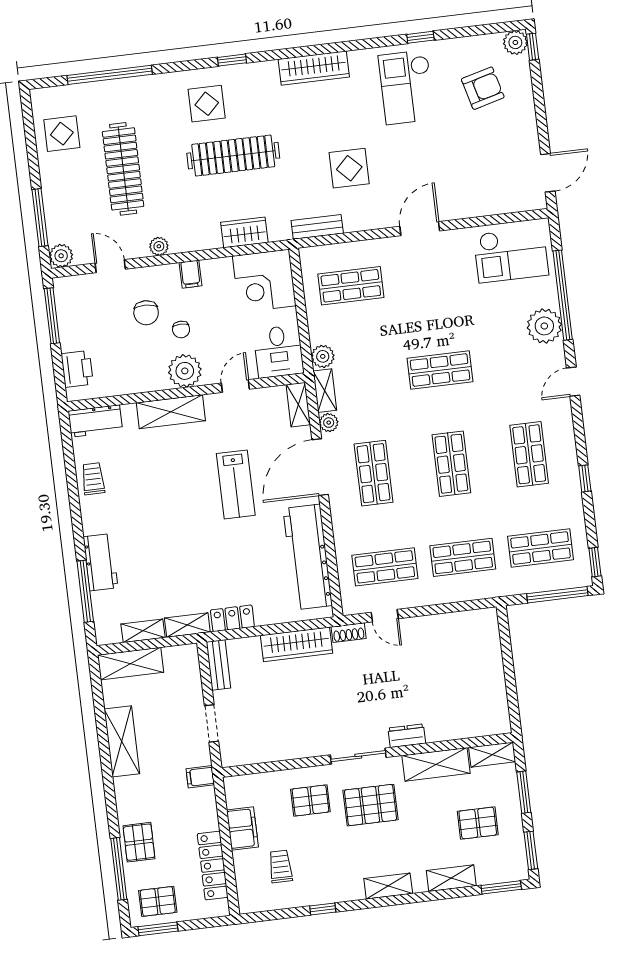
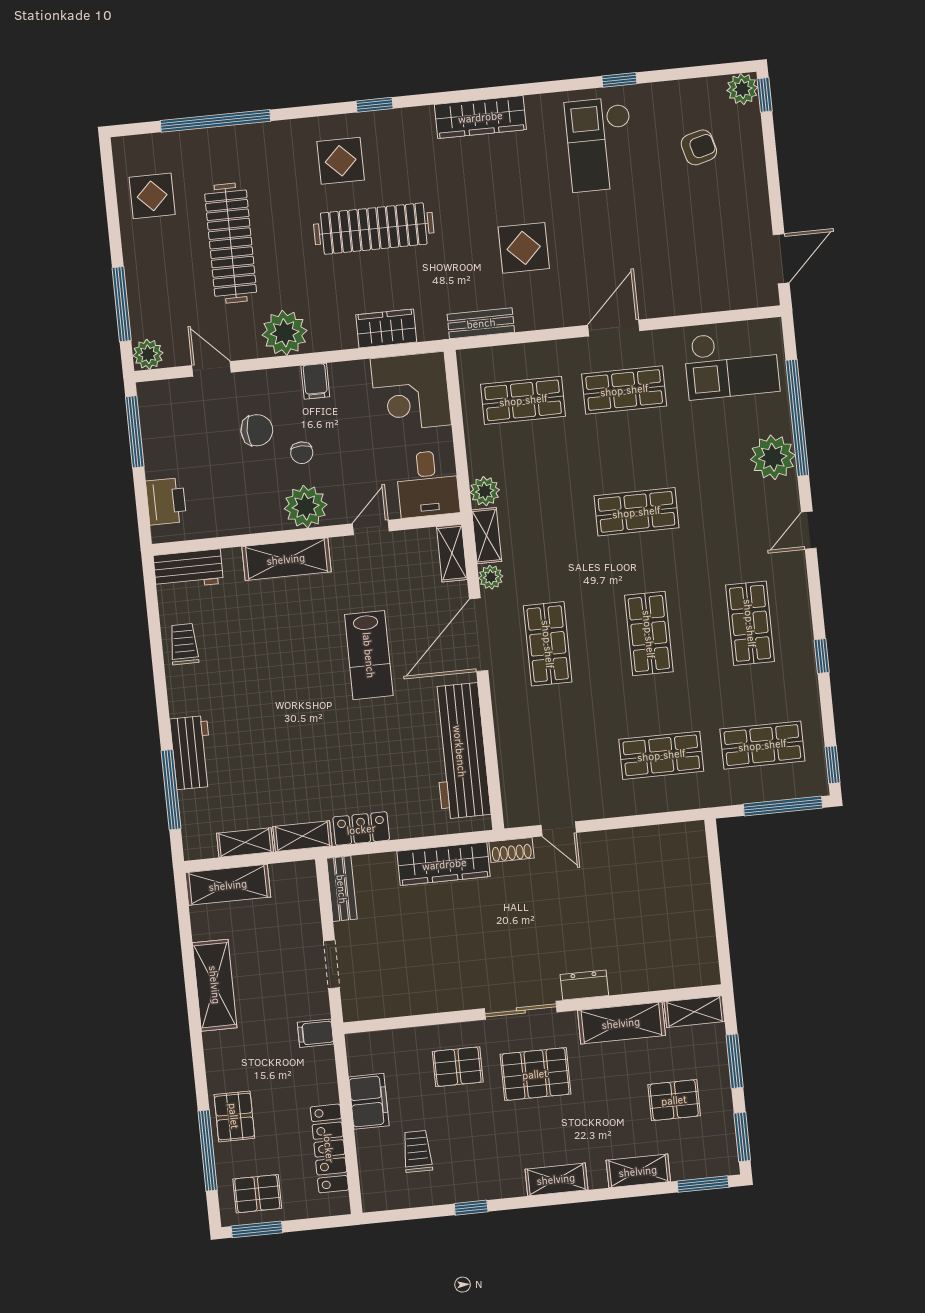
armchair: (483, 88) -> (699, 147), width x0.72, depth x0.72
plant: (159, 246) -> (285, 333), width x1.88, depth x1.88
chair: (146, 313) -> (257, 430), turned -92
shop shelf: (385, 567) -> (624, 390), moved

